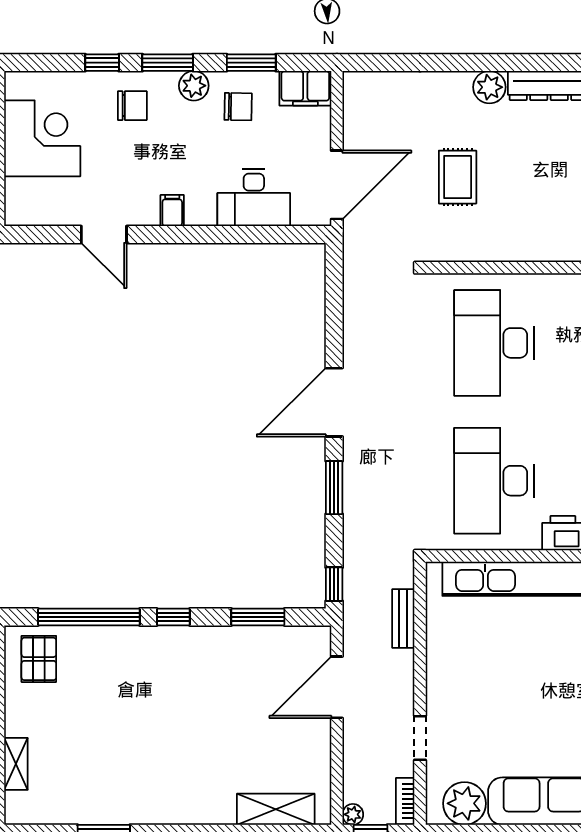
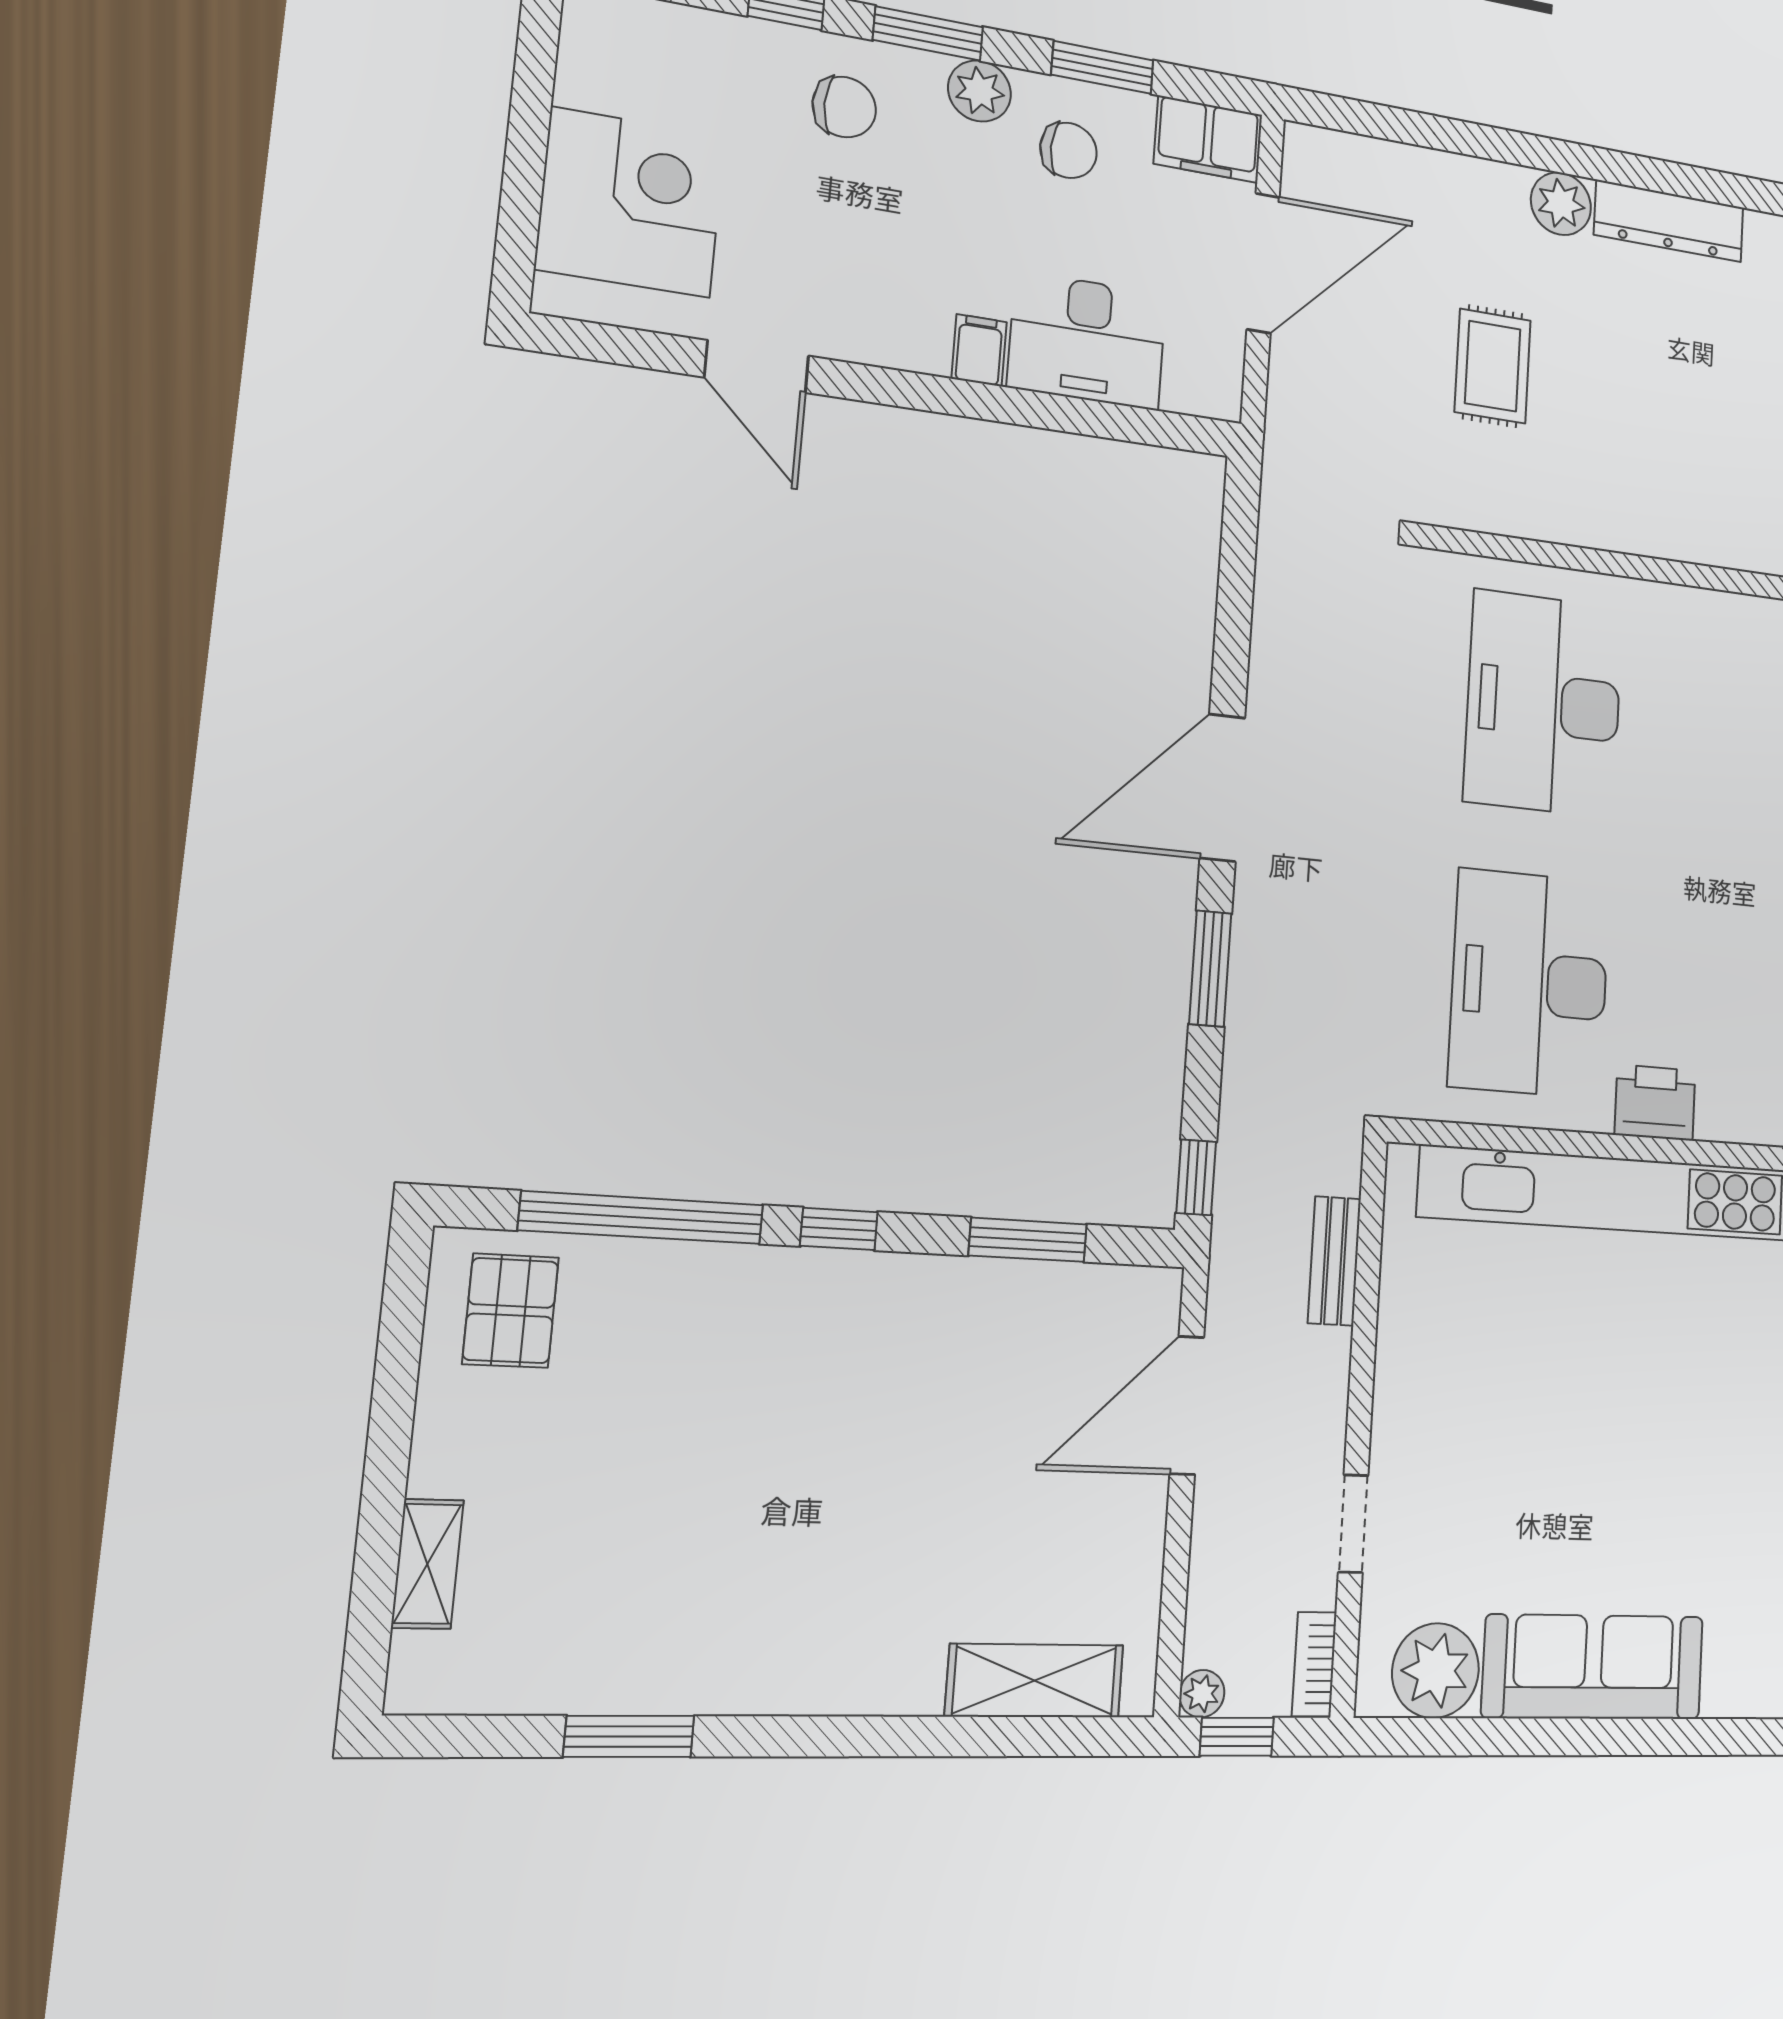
corner desk: (42, 138) -> (630, 202), moved
door: (337, 185) -> (1263, 263), moved
filing cabinet: (172, 211) -> (979, 350), moved

